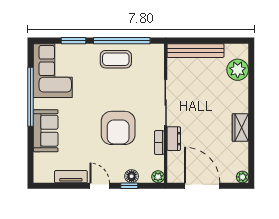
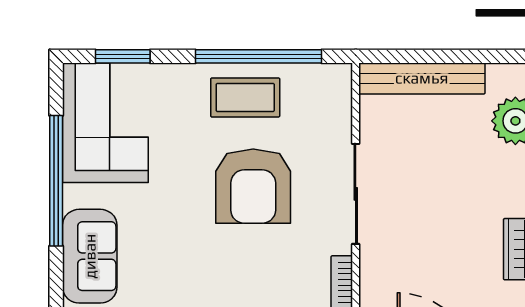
window: (74, 41) -> (123, 56), moved
armchair: (118, 128) -> (253, 186), moved
dresser: (174, 139) -> (374, 274), removed

